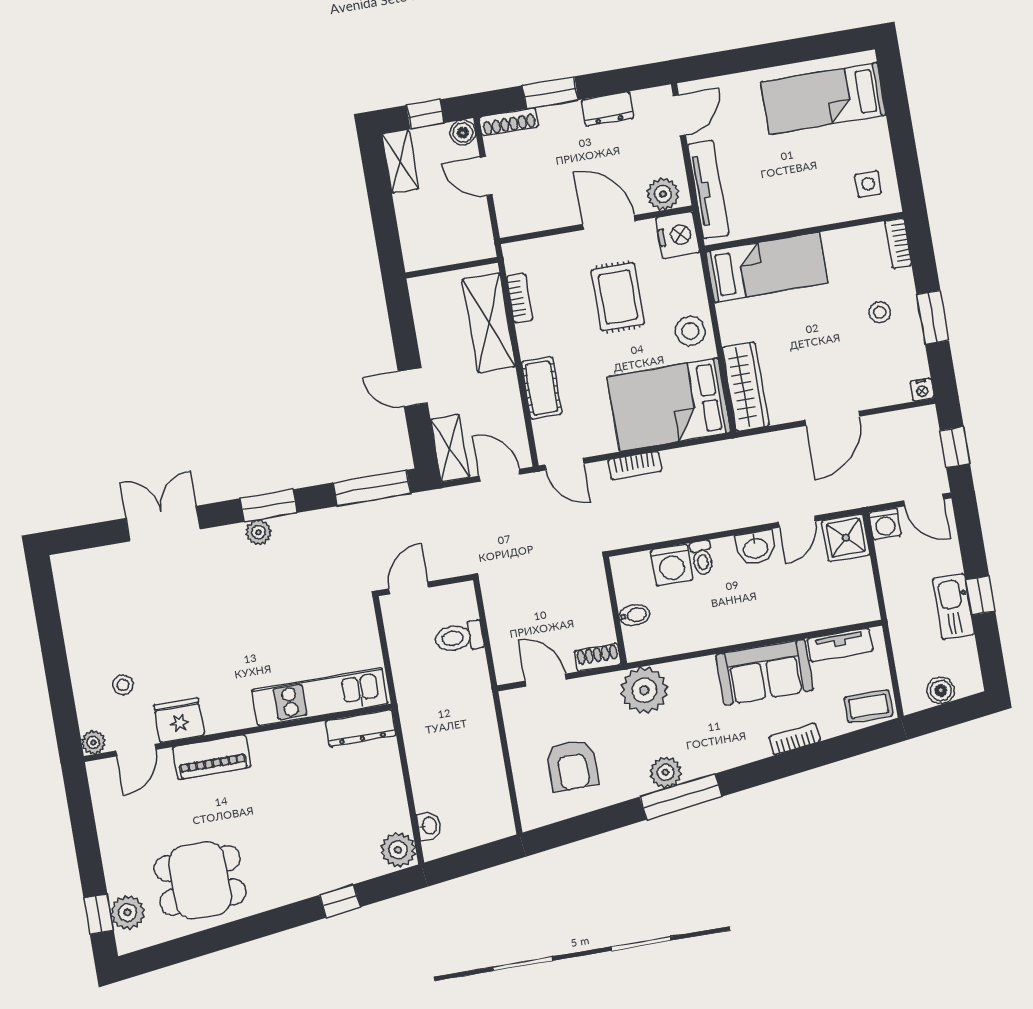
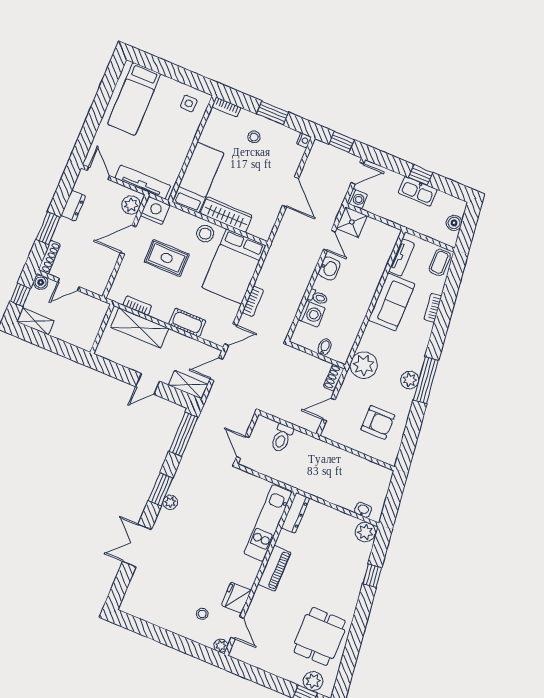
wardrobe: (746, 387) -> (226, 215), moved
piano: (212, 757) -> (274, 568), moved

